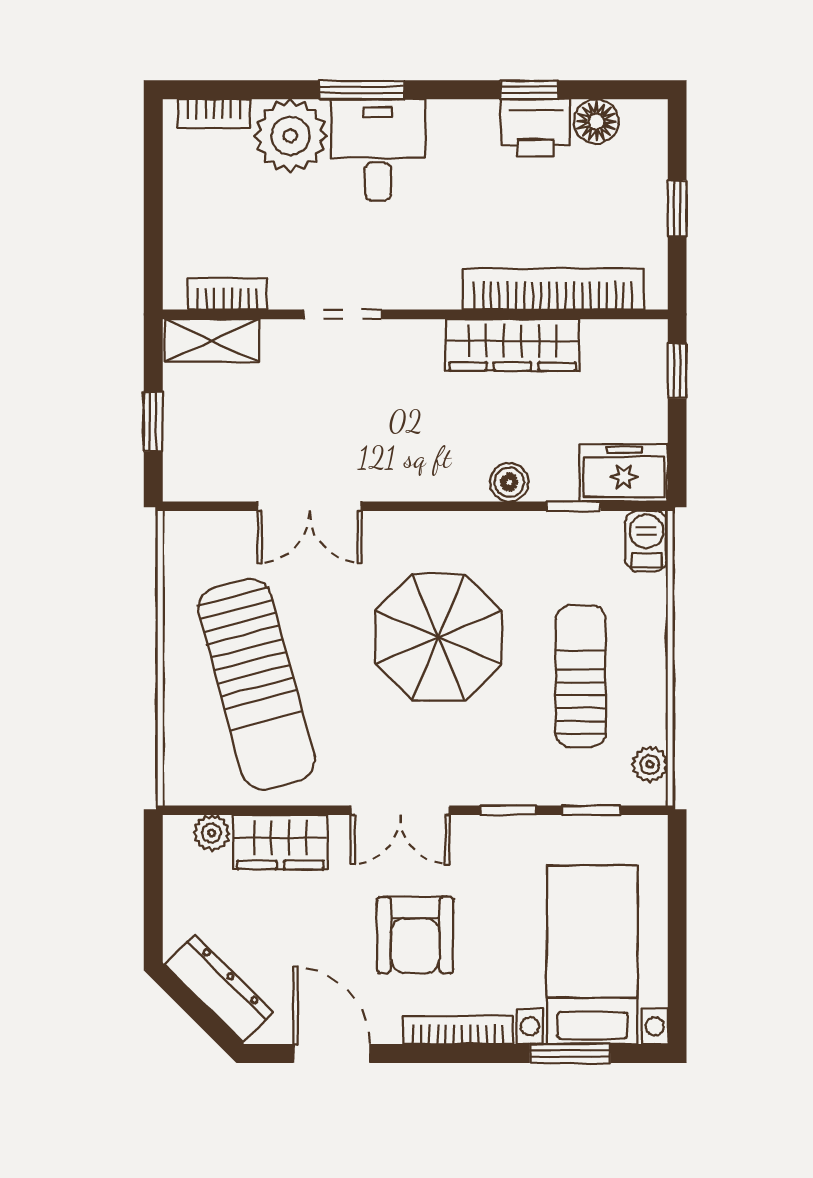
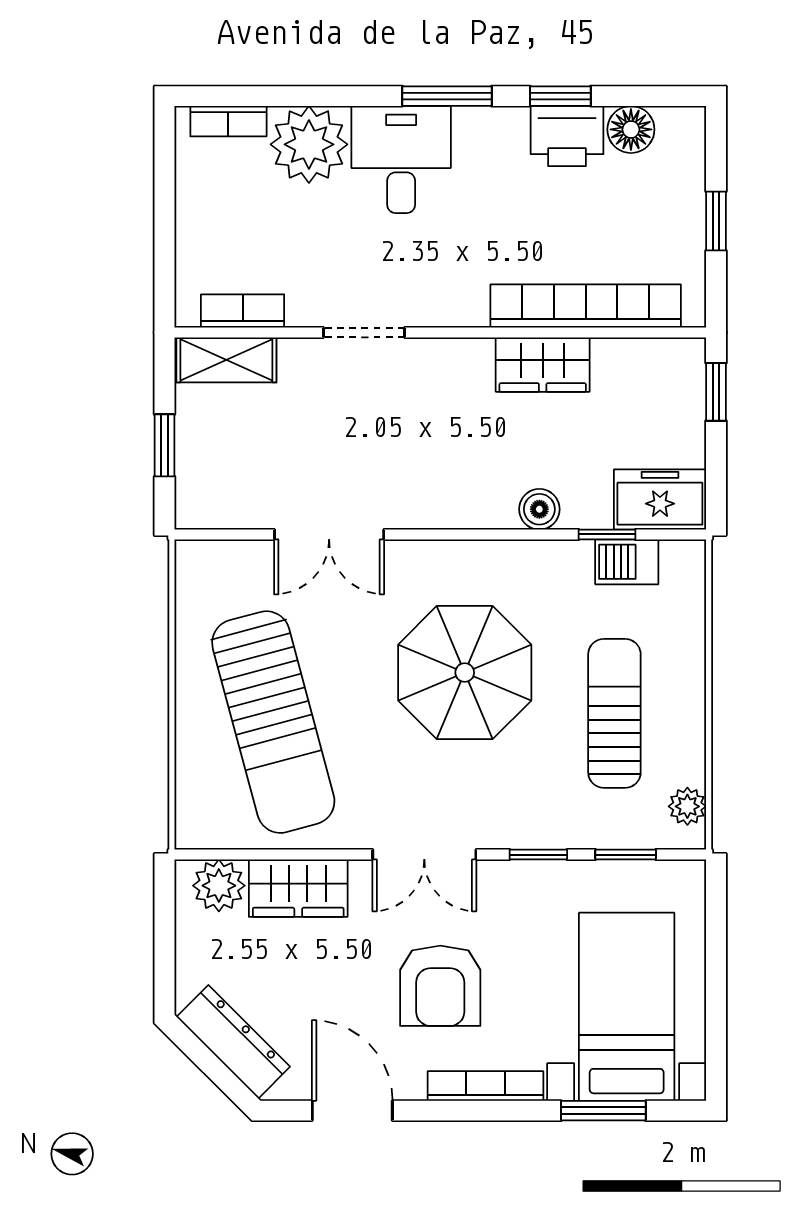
window: (362, 90) -> (447, 96), moved
wardrobe: (512, 345) -> (543, 365), width x0.67
barbecue: (646, 541) -> (627, 562), moved, turned -90
plant: (212, 833) -> (219, 886), width x1.38, depth x1.38

